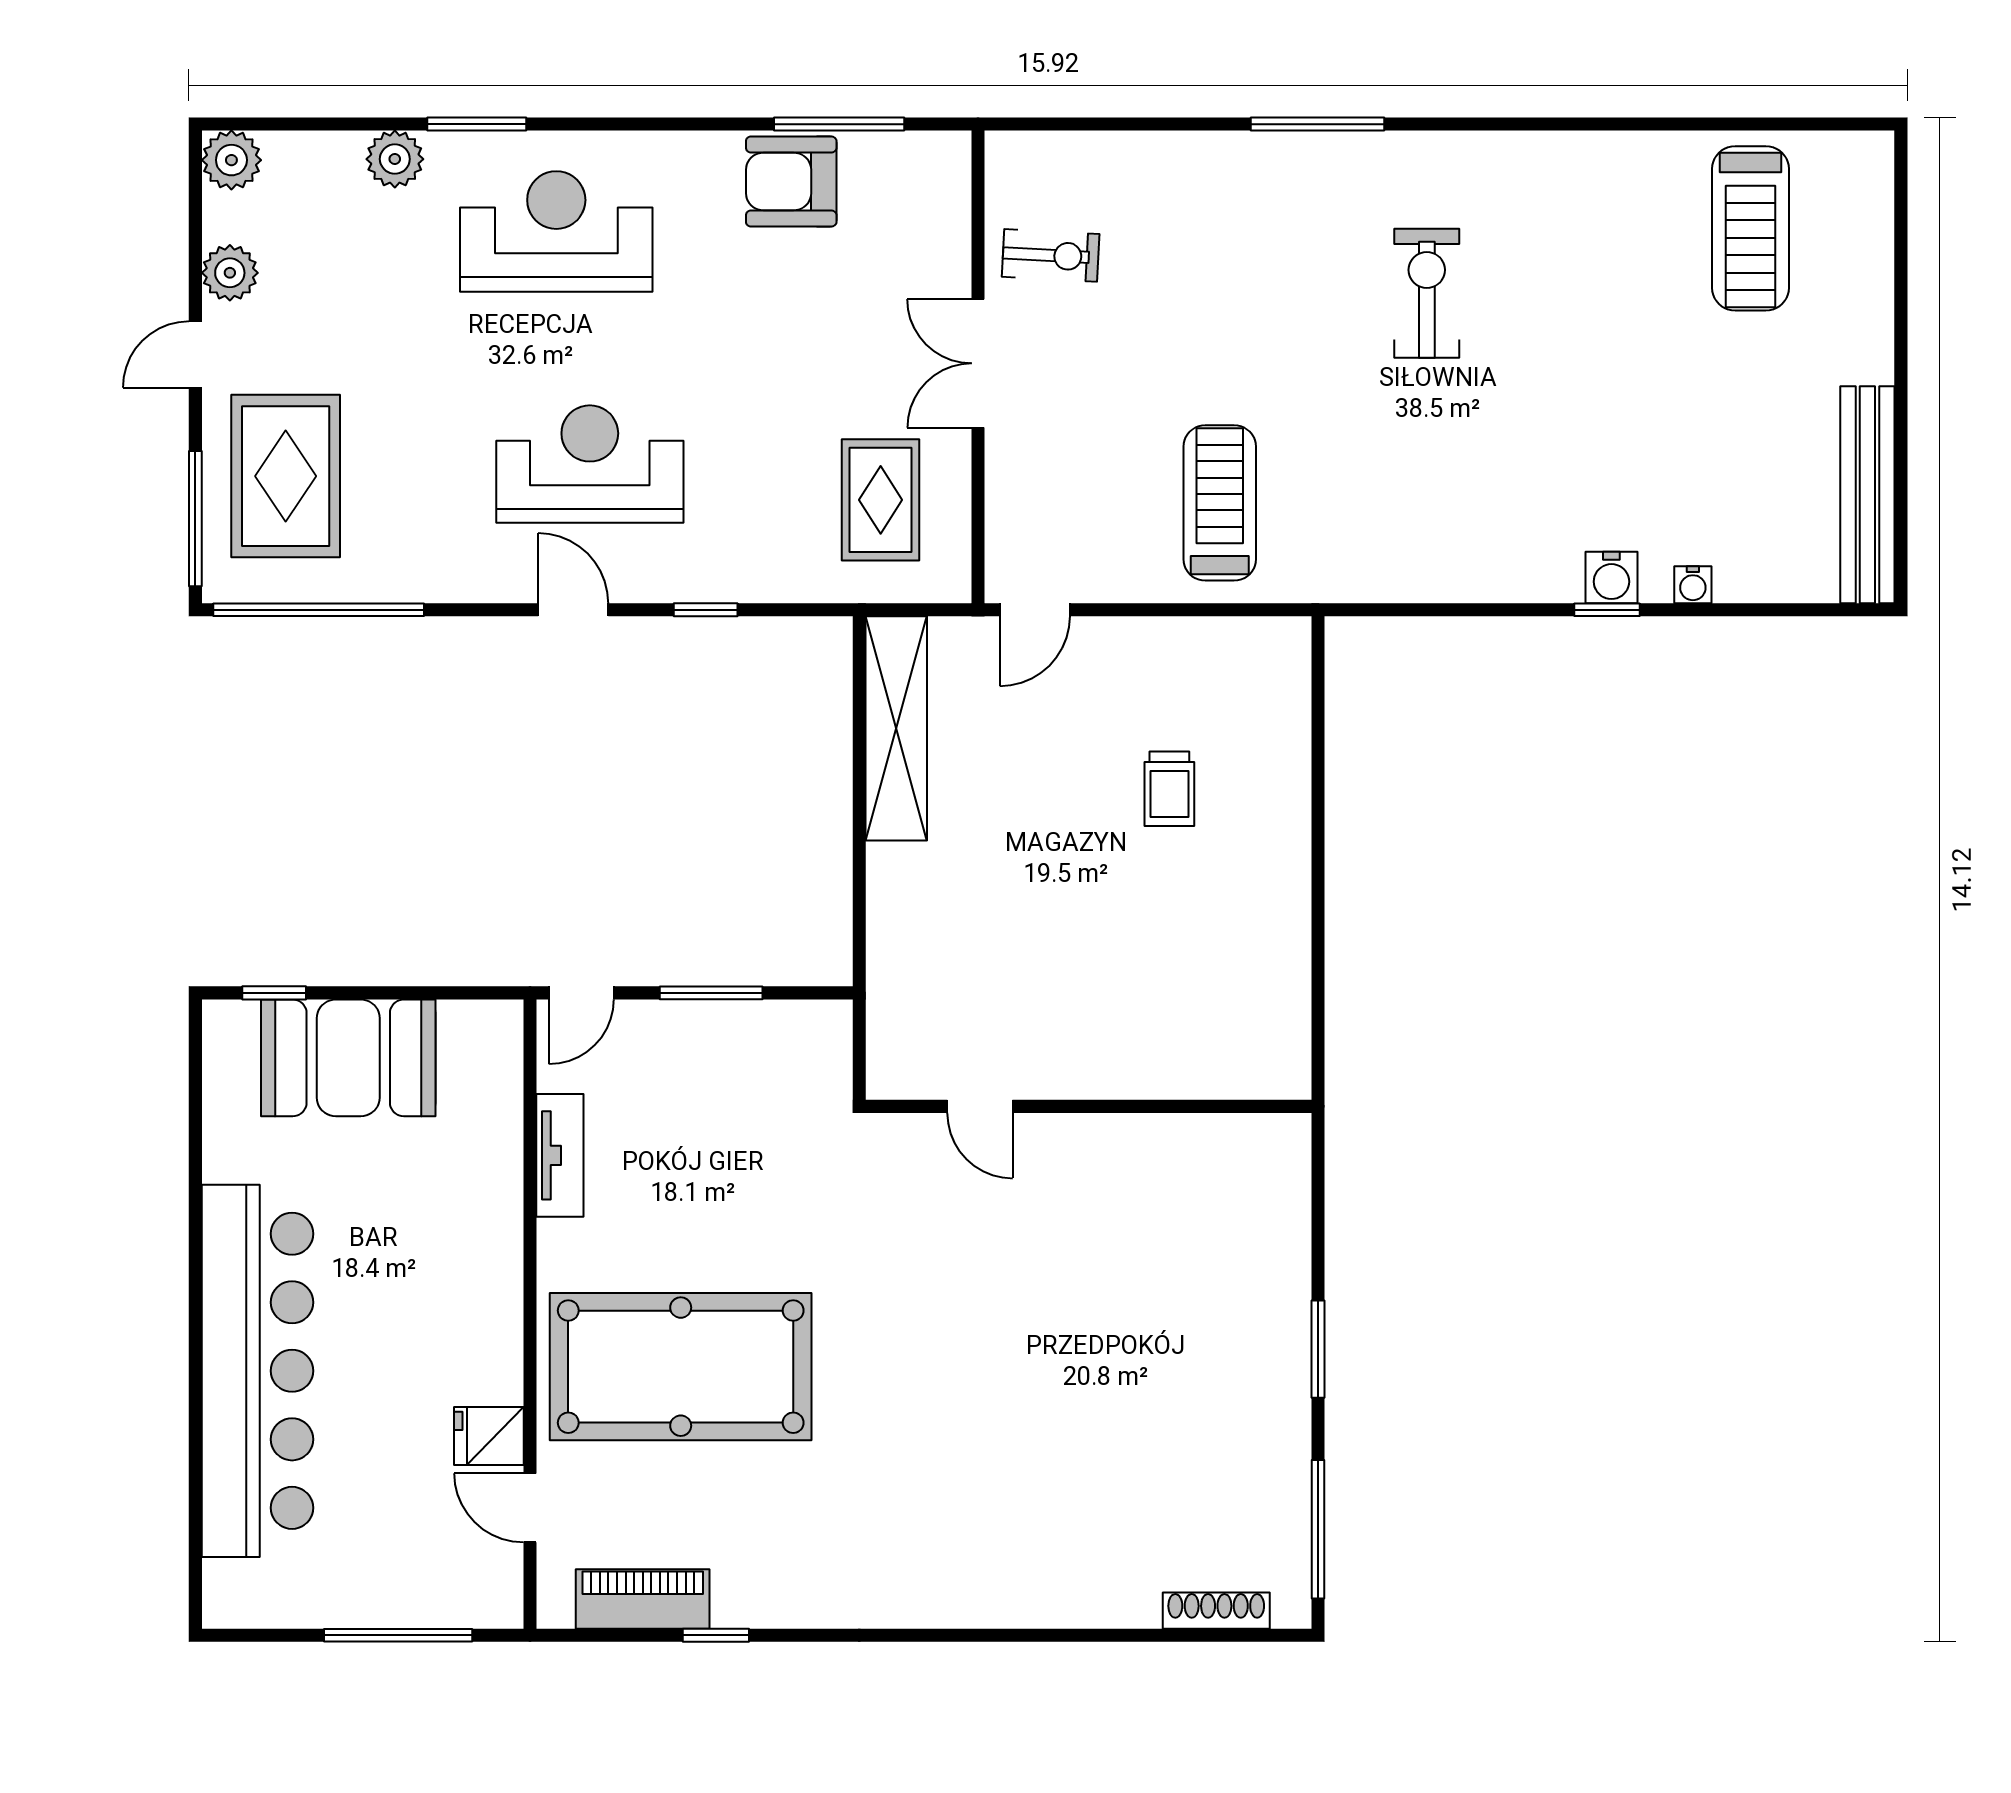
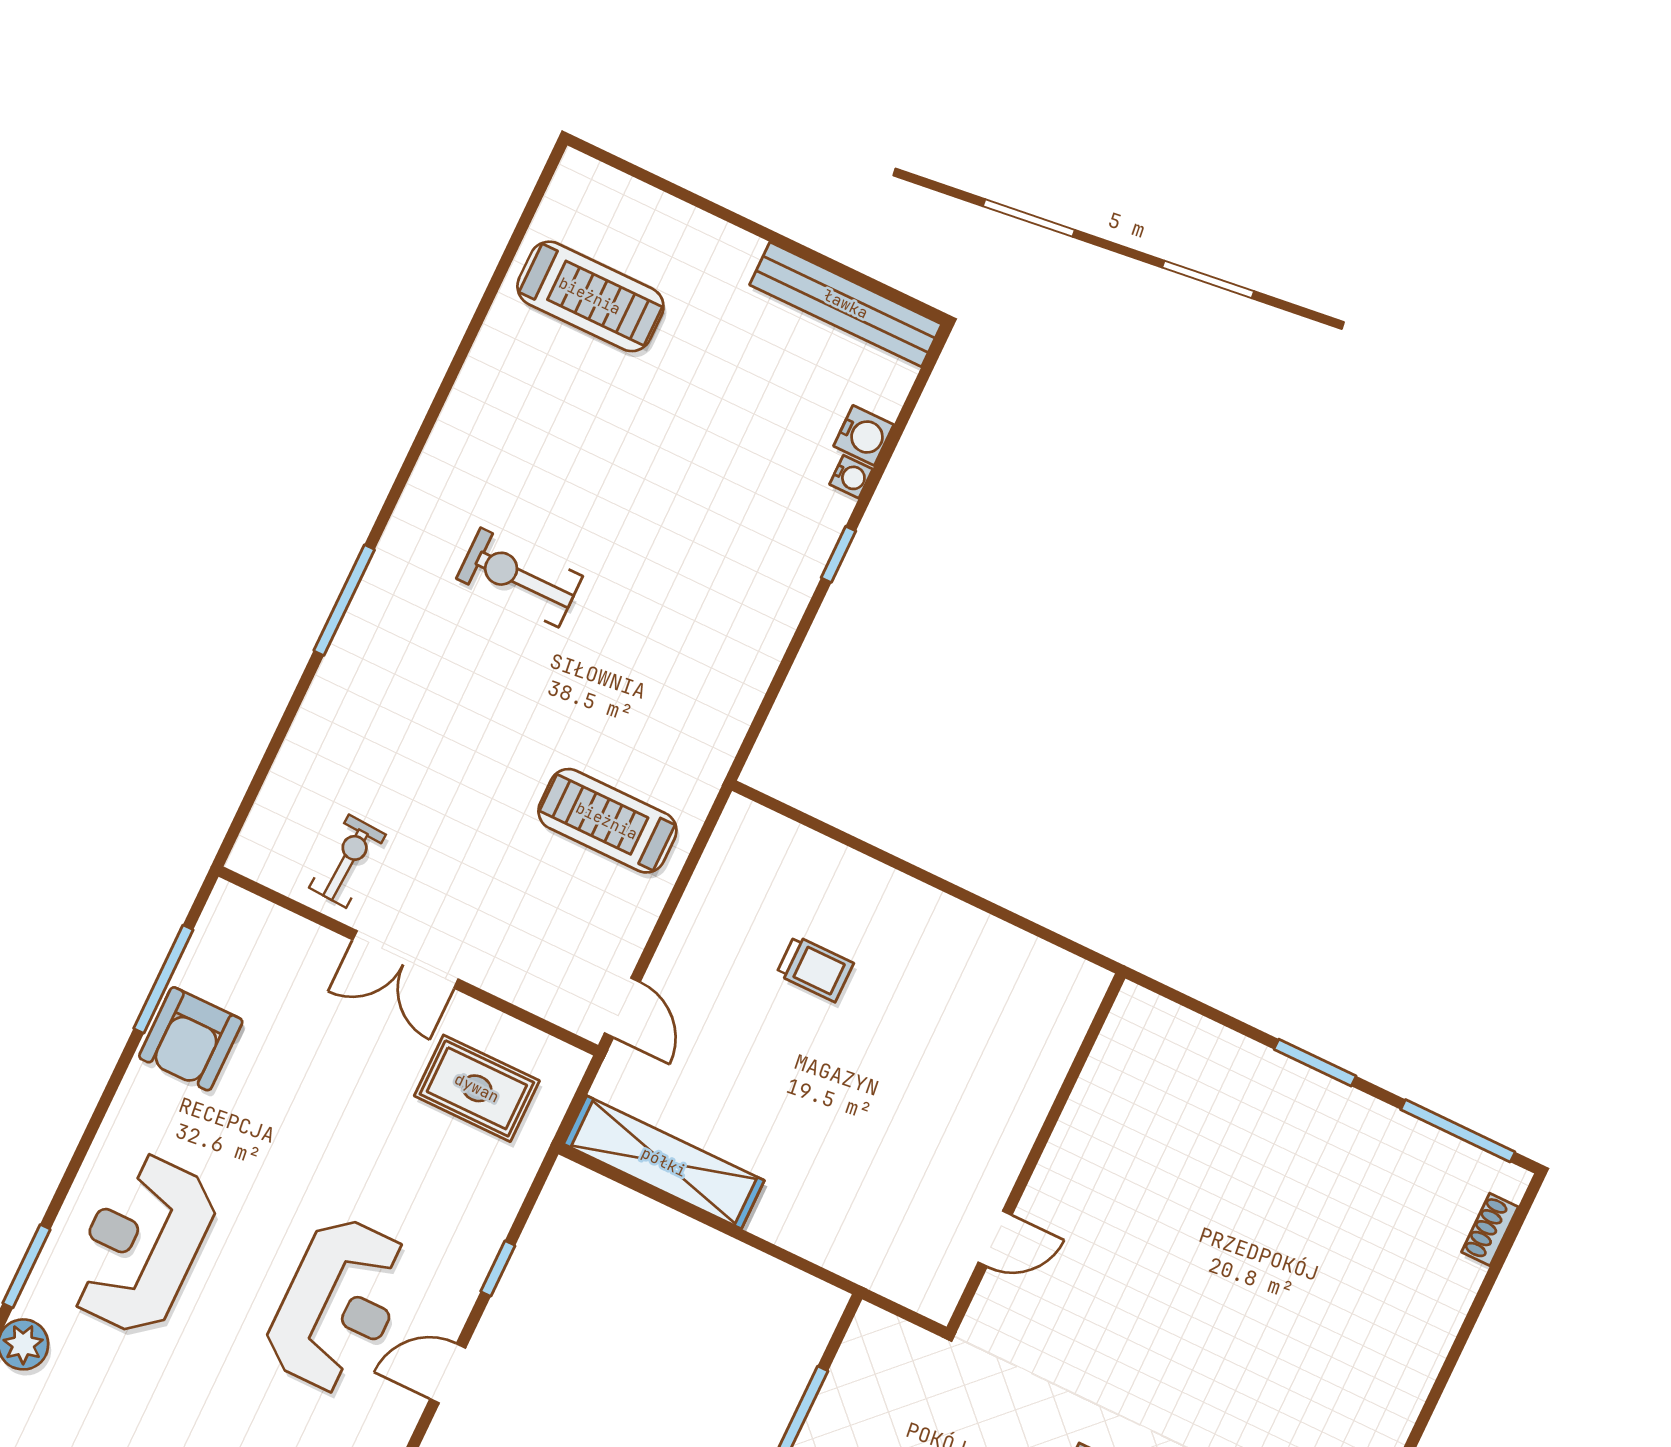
reception desk: (590, 464) -> (339, 1305), turned 180
water cooler: (1611, 577) -> (864, 435), moved
shoe rack: (1216, 1611) -> (1490, 1229), width x0.70

